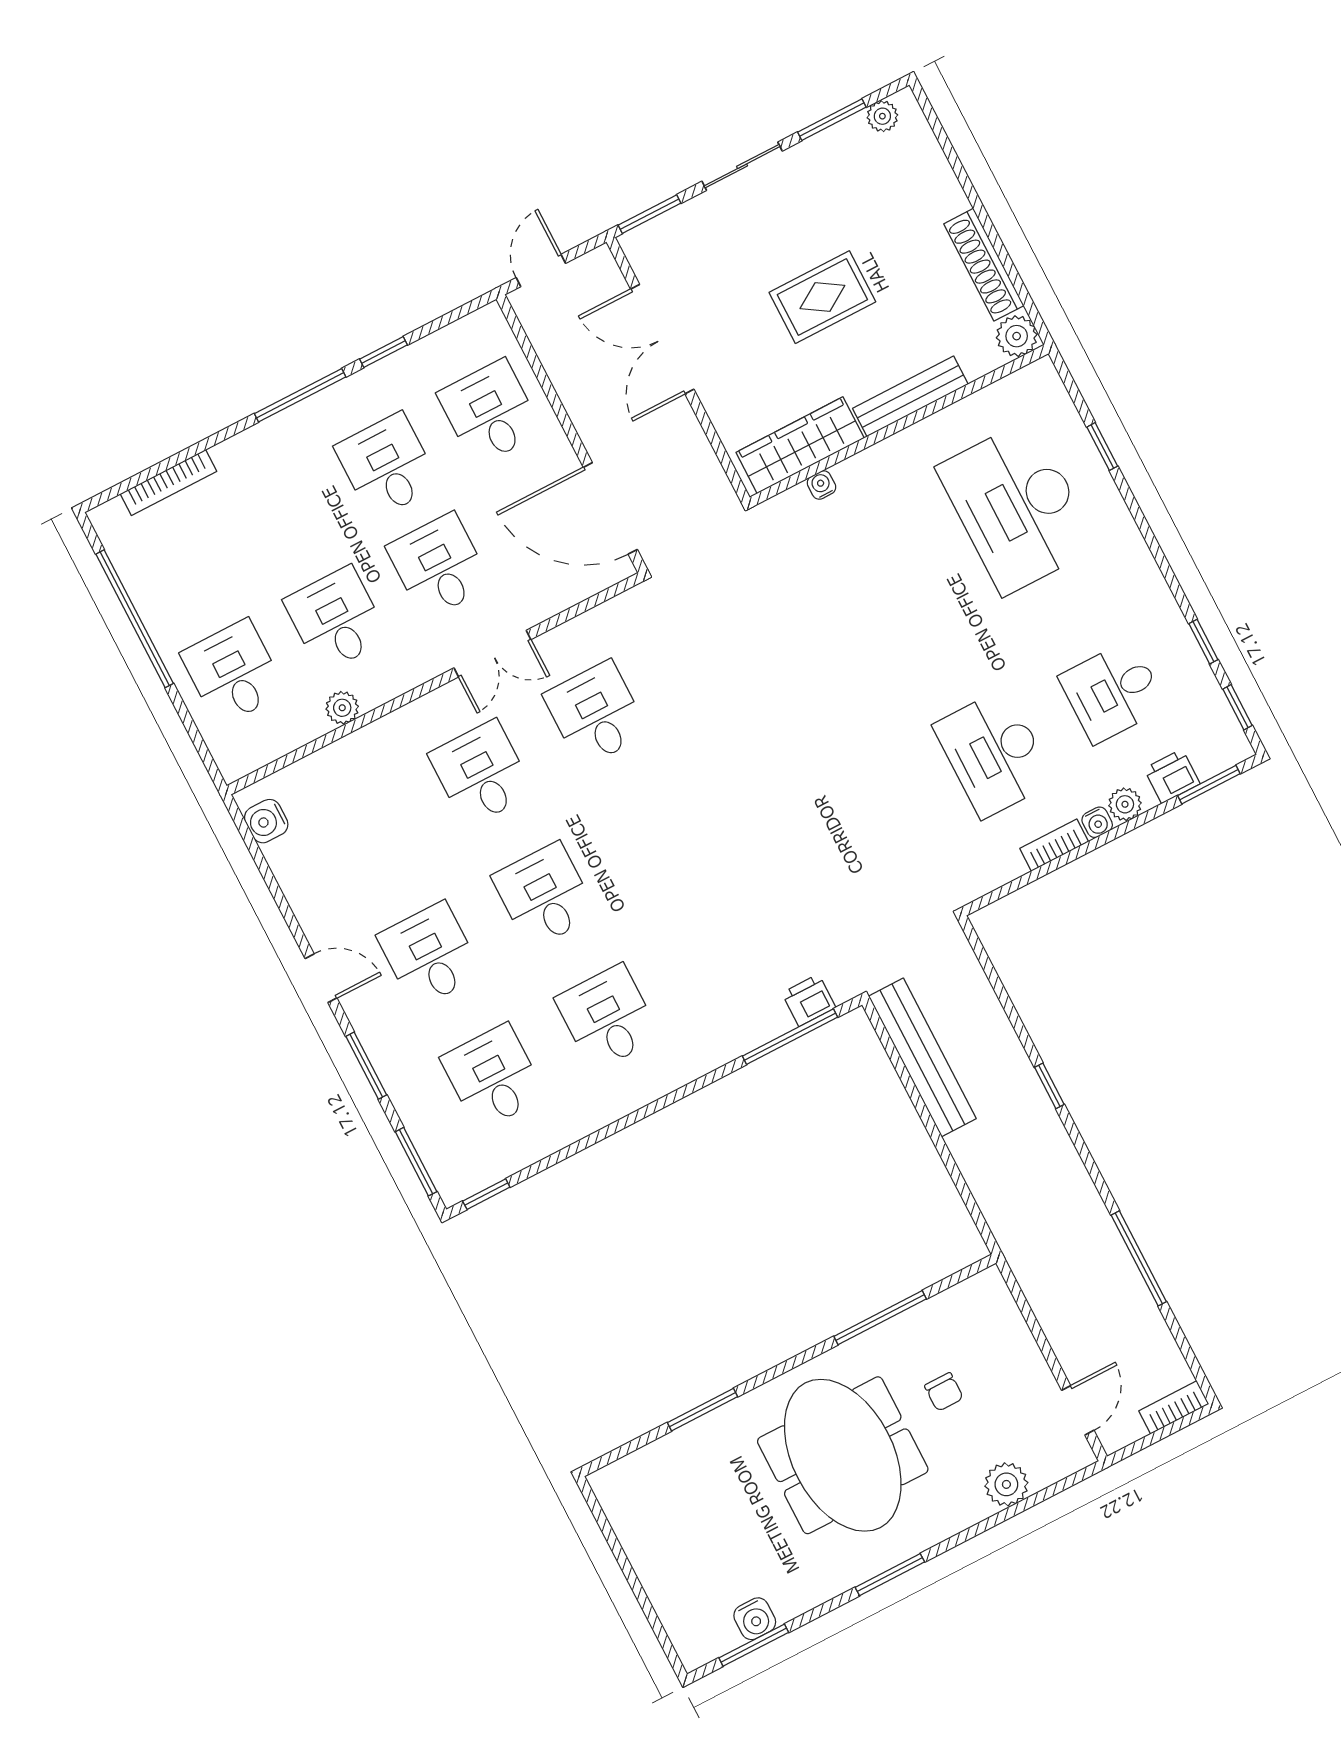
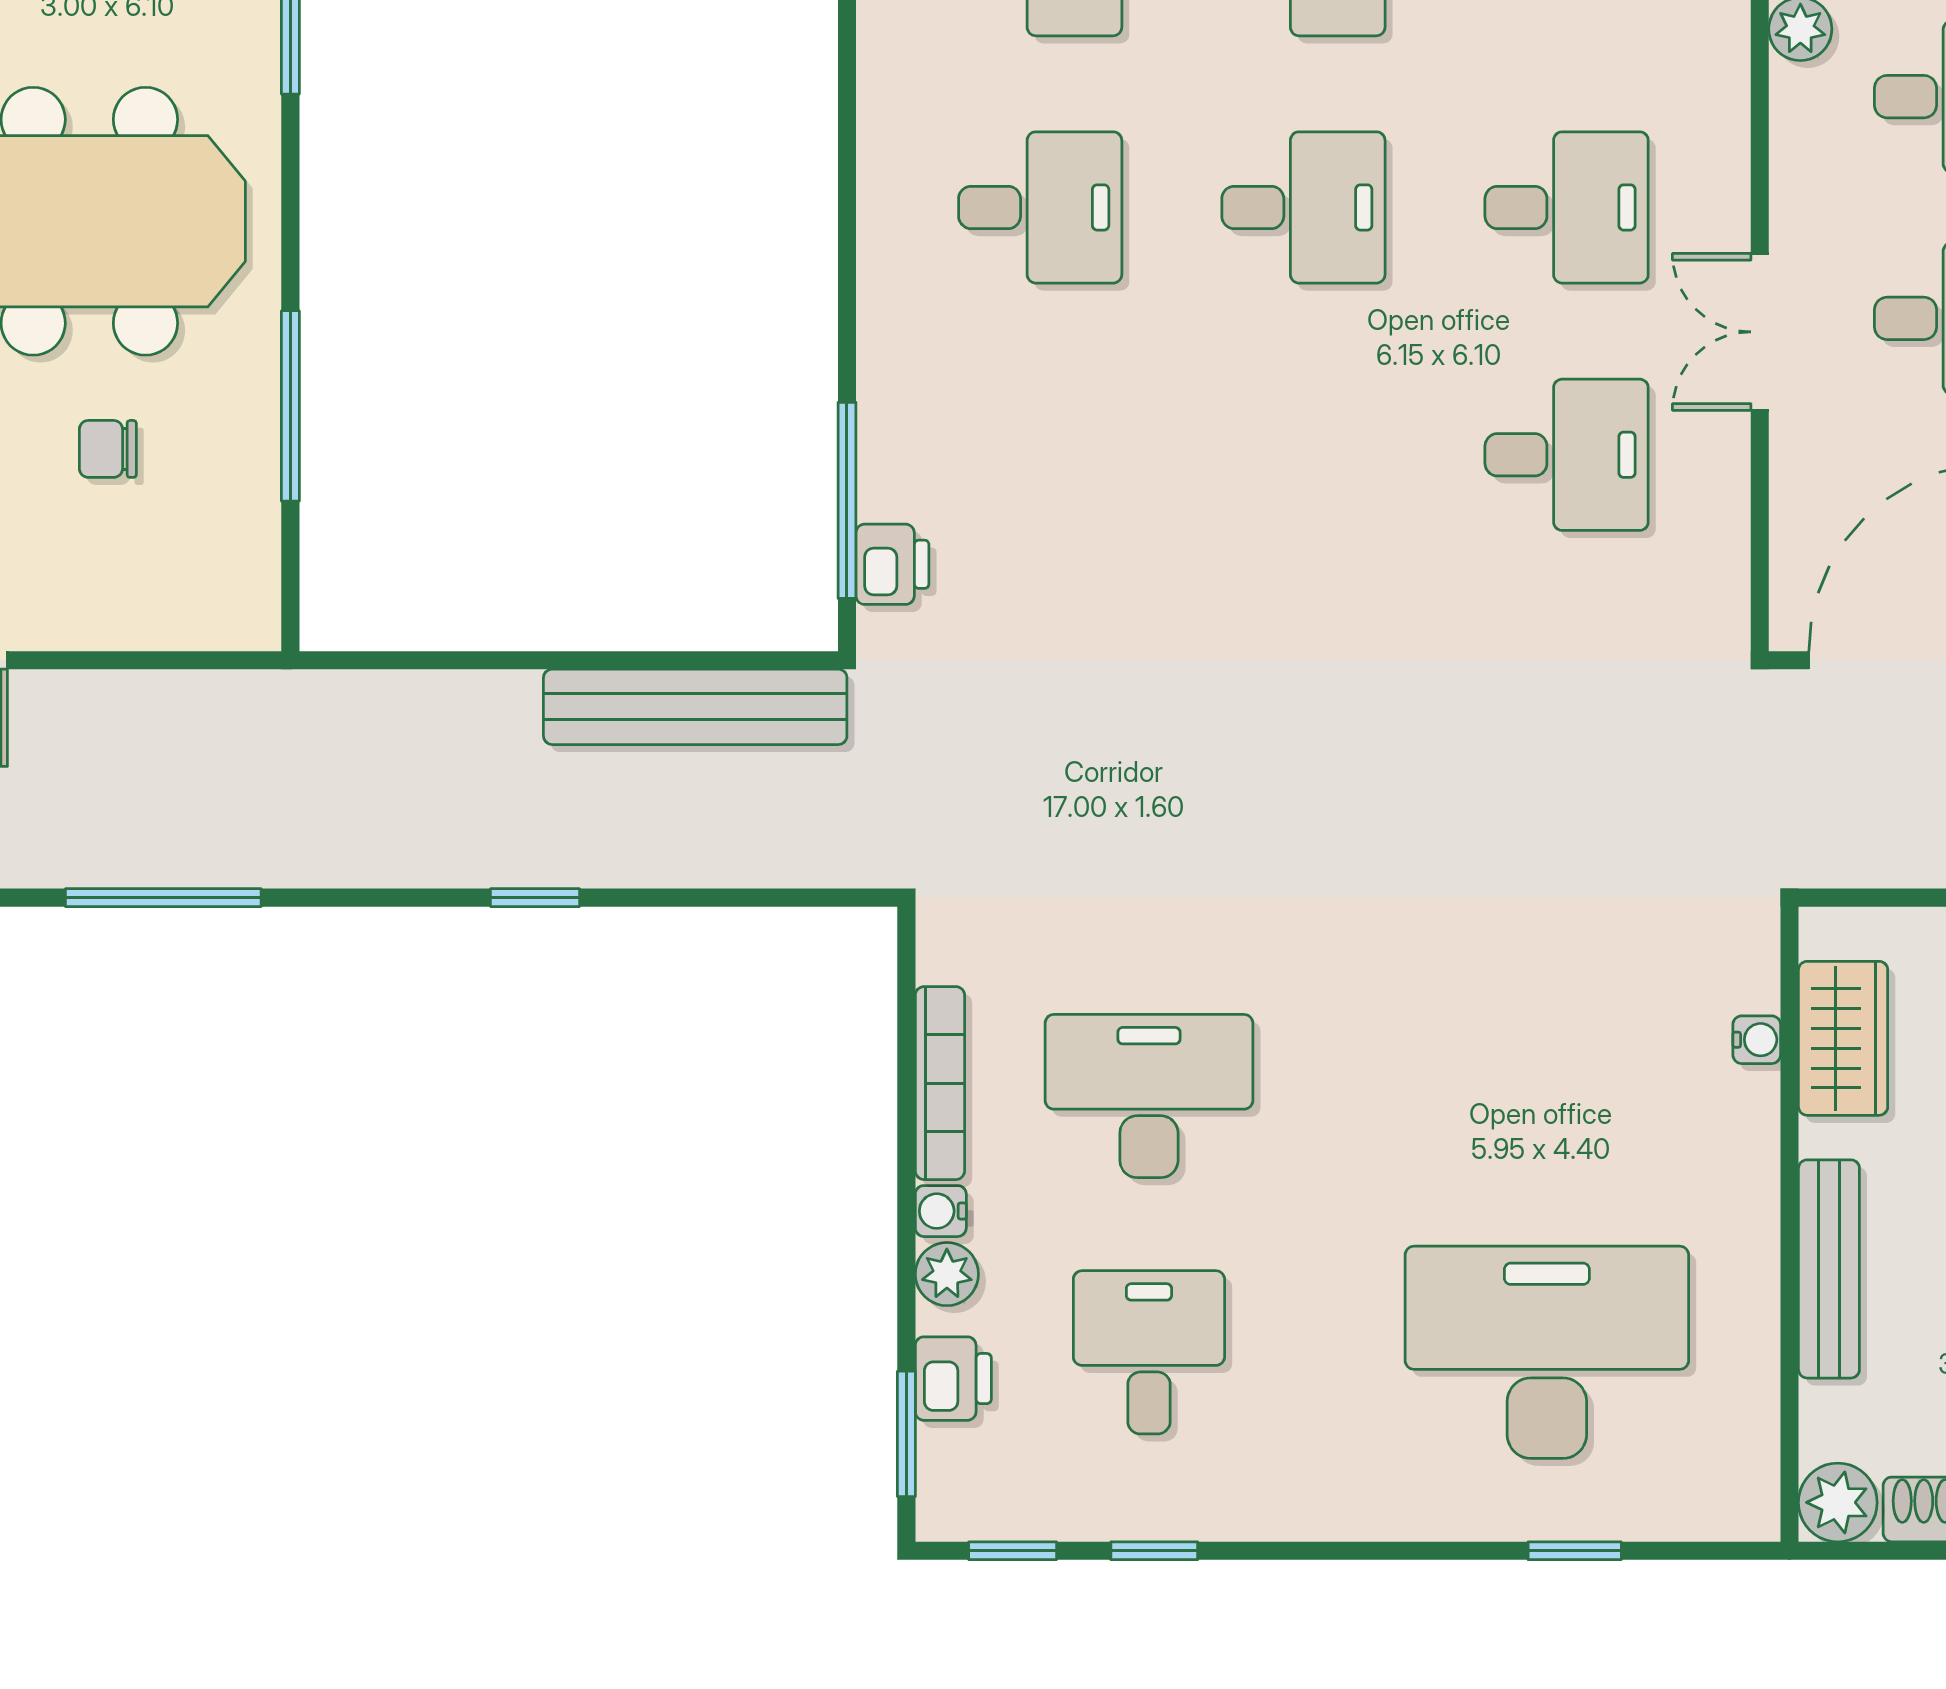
wardrobe: (800, 445) -> (1843, 1038), width x0.67
bookcase: (1054, 845) -> (940, 1083), width x1.56

